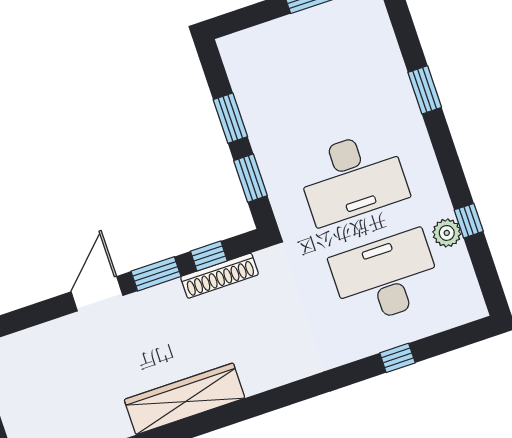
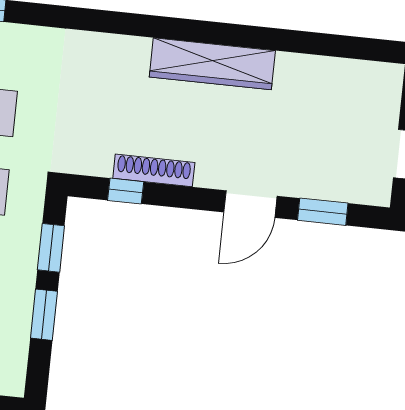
window: (156, 274) -> (323, 212), moved
shoe rack: (220, 276) -> (154, 170), moved

